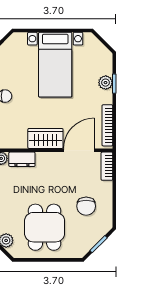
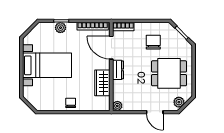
wardrobe: (45, 138) -> (102, 83), moved
dresser: (22, 159) -> (118, 70), moved
chair: (86, 206) -> (153, 42), turned -90

